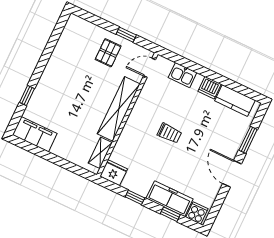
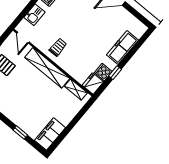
trolley: (169, 133) -> (58, 47), moved
cooker: (197, 213) -> (103, 72), moved
window: (170, 214) -> (134, 50), removed

